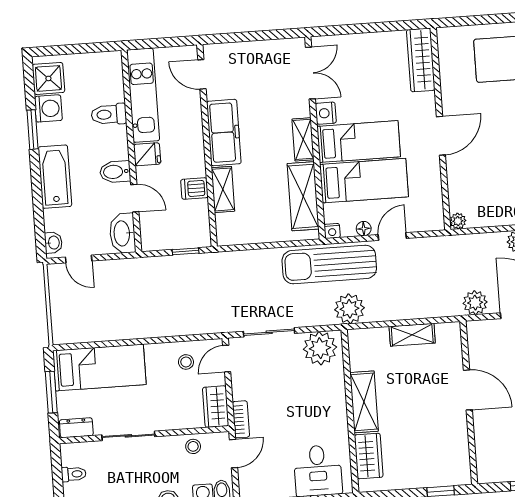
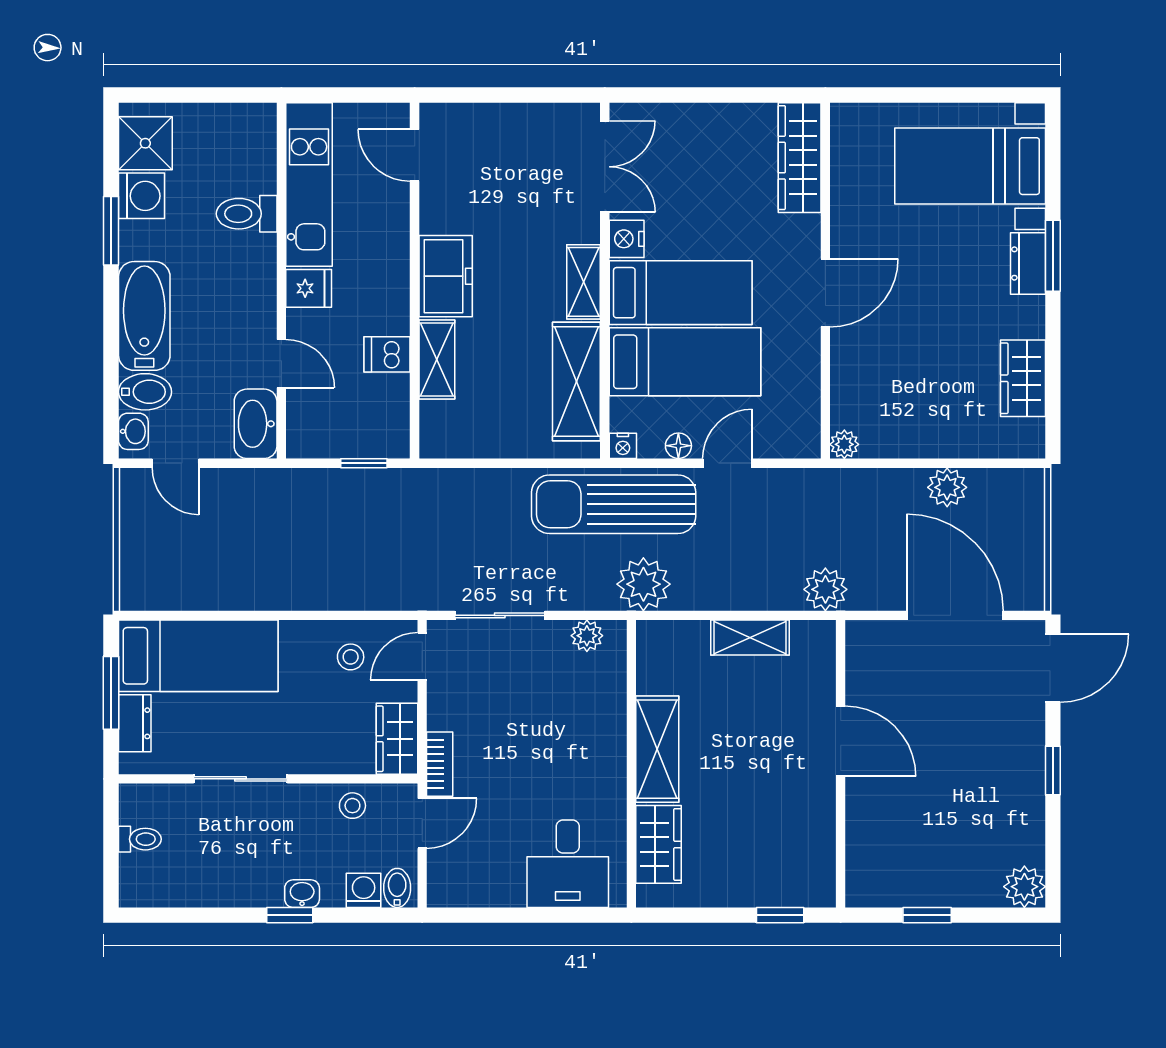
freezer: (224, 132) -> (446, 276), width x0.71
bidet: (115, 172) -> (145, 392), moved, turned 180
plant: (475, 303) -> (825, 589), moved
plant: (320, 348) -> (587, 636), width x0.53, depth x0.53
dresser: (76, 428) -> (135, 723), moved, turned 90

